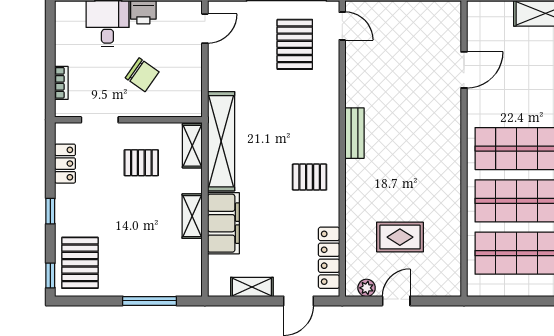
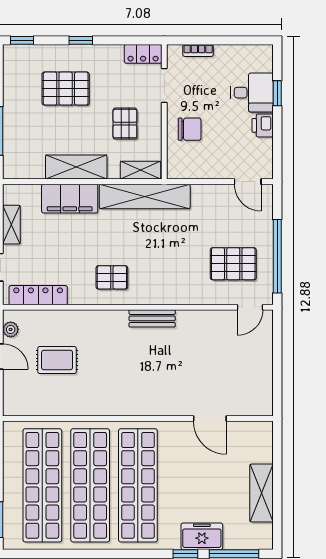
chair: (142, 75) -> (190, 129), moved, turned -125
locker: (65, 164) -> (143, 54), moved
pallet: (310, 177) -> (112, 277), turned 90
shelving: (192, 216) -> (76, 167), width x1.50, depth x1.33
rug: (400, 237) -> (57, 360), turned 90
pallet: (80, 263) -> (66, 89), moved

